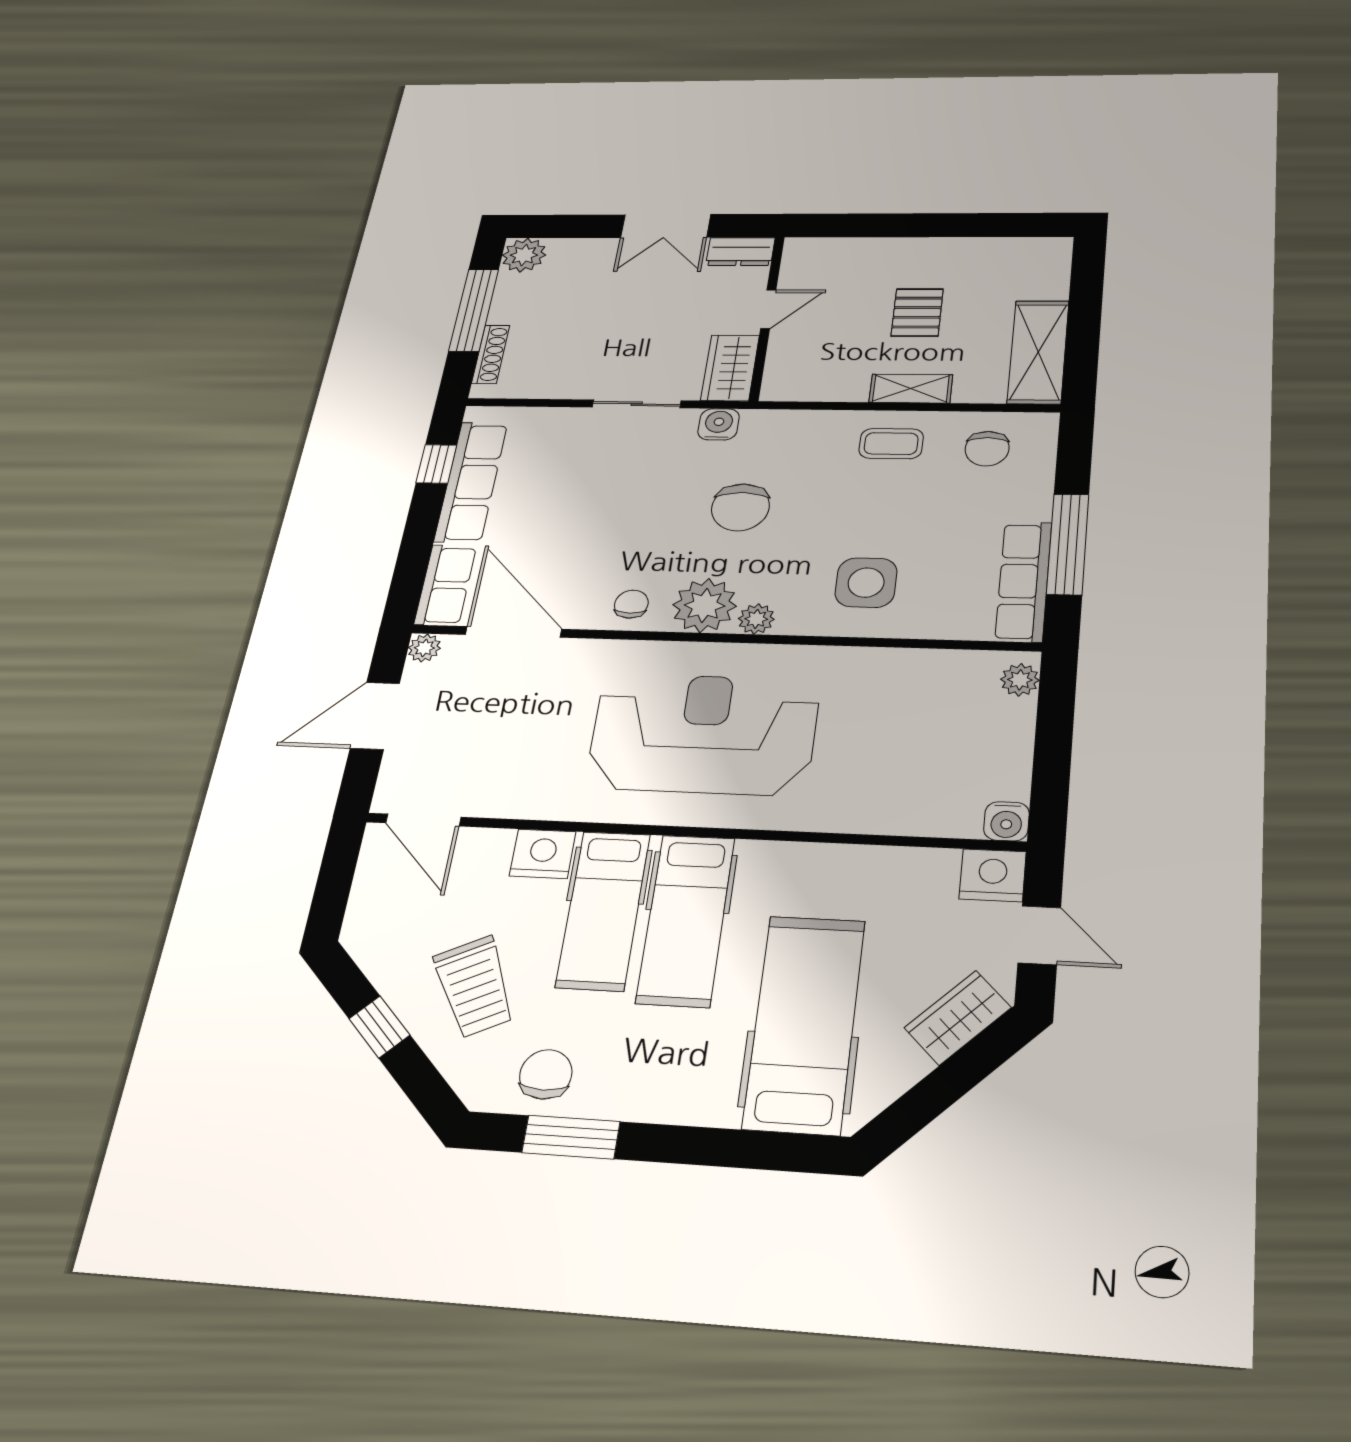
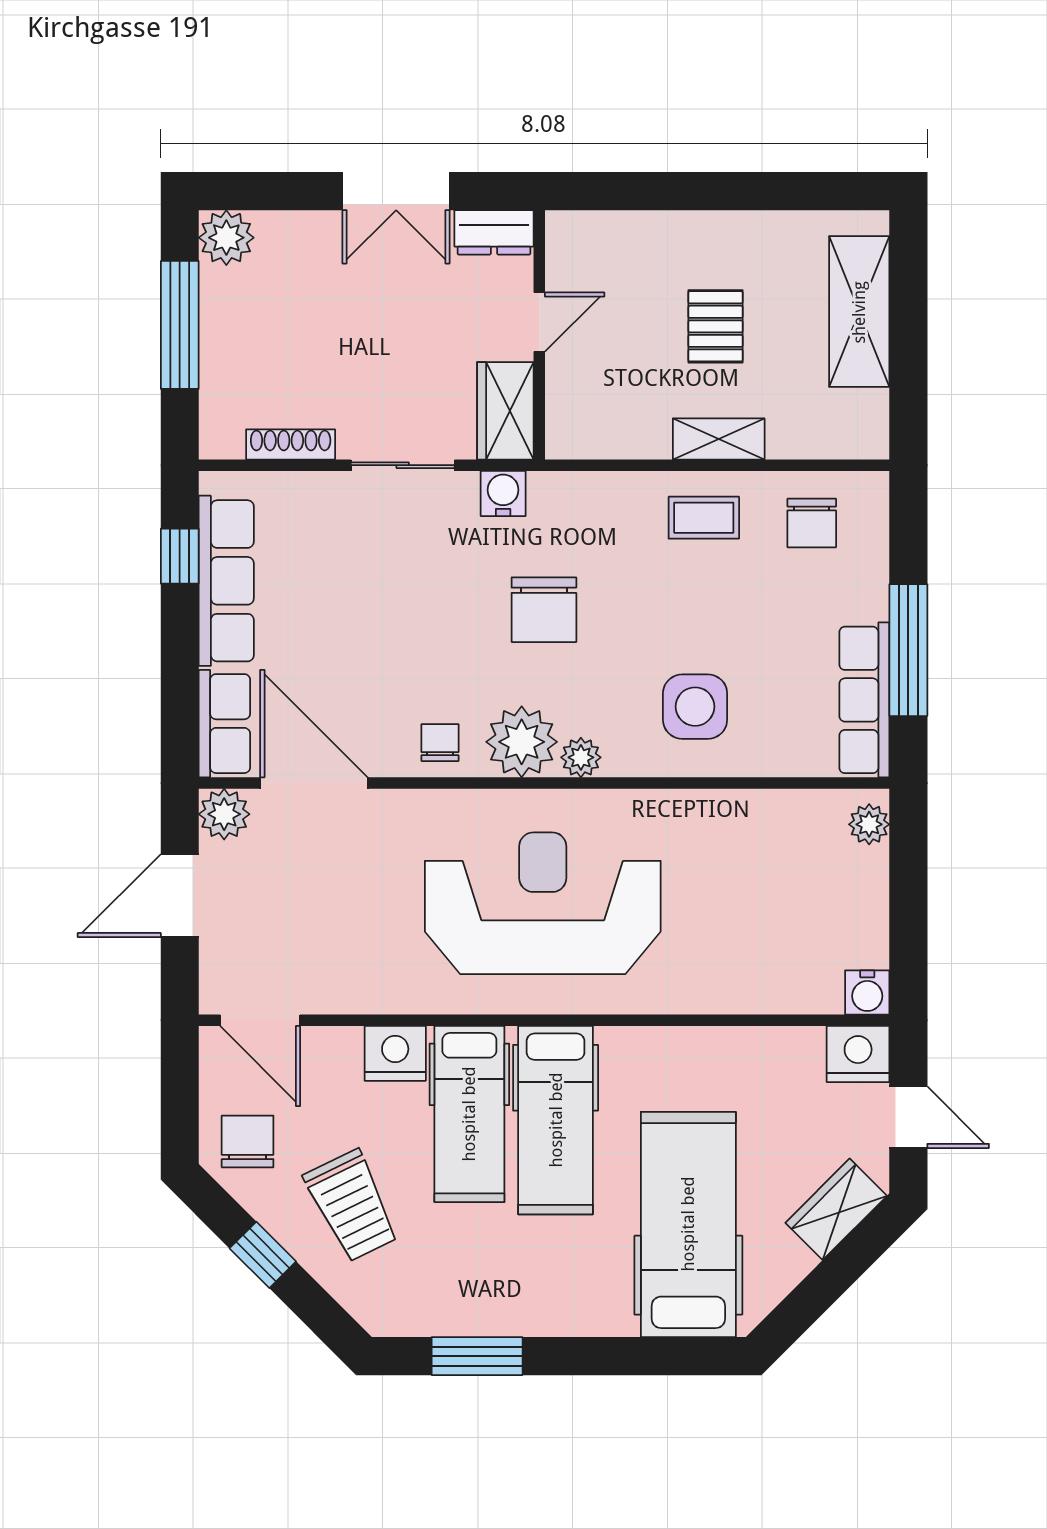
shelving: (1038, 352) -> (859, 312), moved
shoe rack: (491, 354) -> (291, 444), moved, turned -90
plant: (424, 648) -> (224, 814), width x1.38, depth x1.38
chair: (546, 1074) -> (248, 1141), moved

